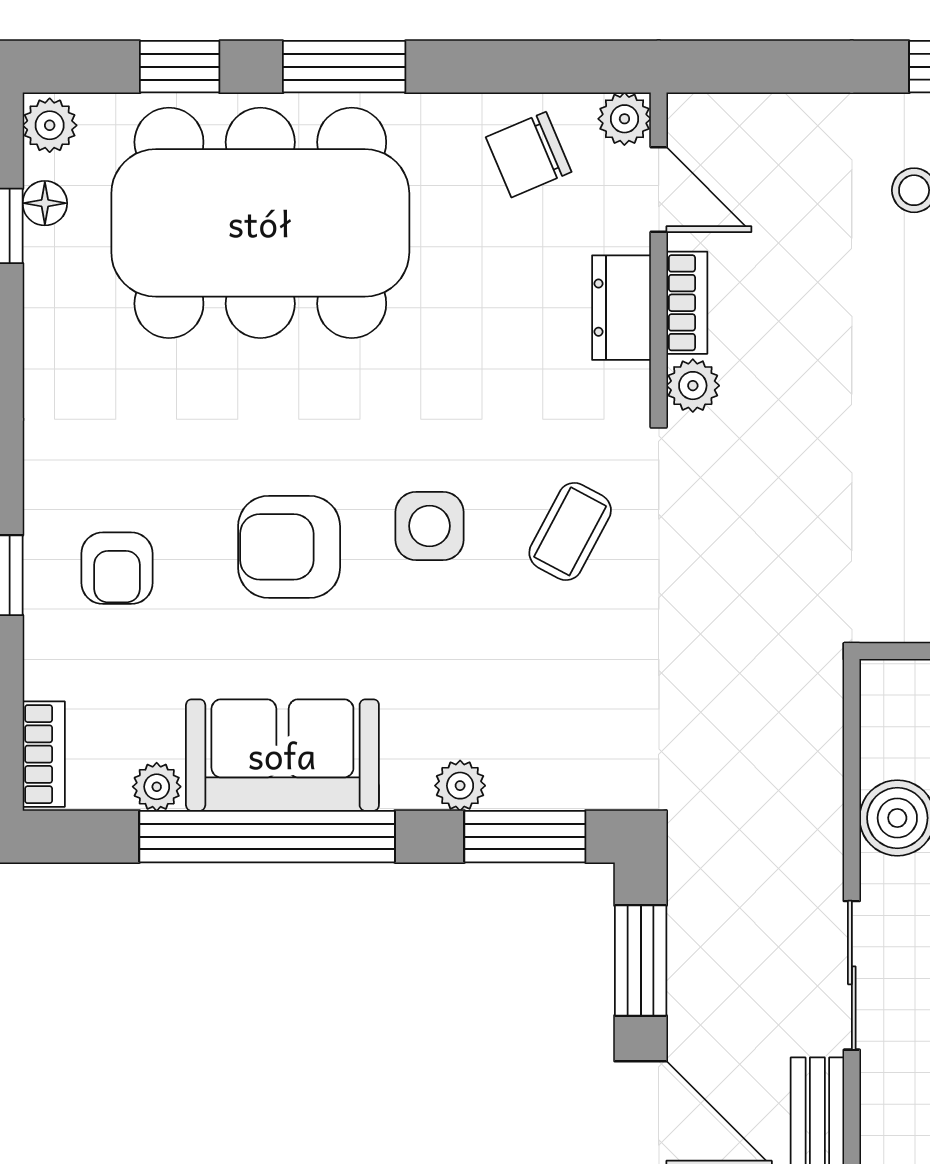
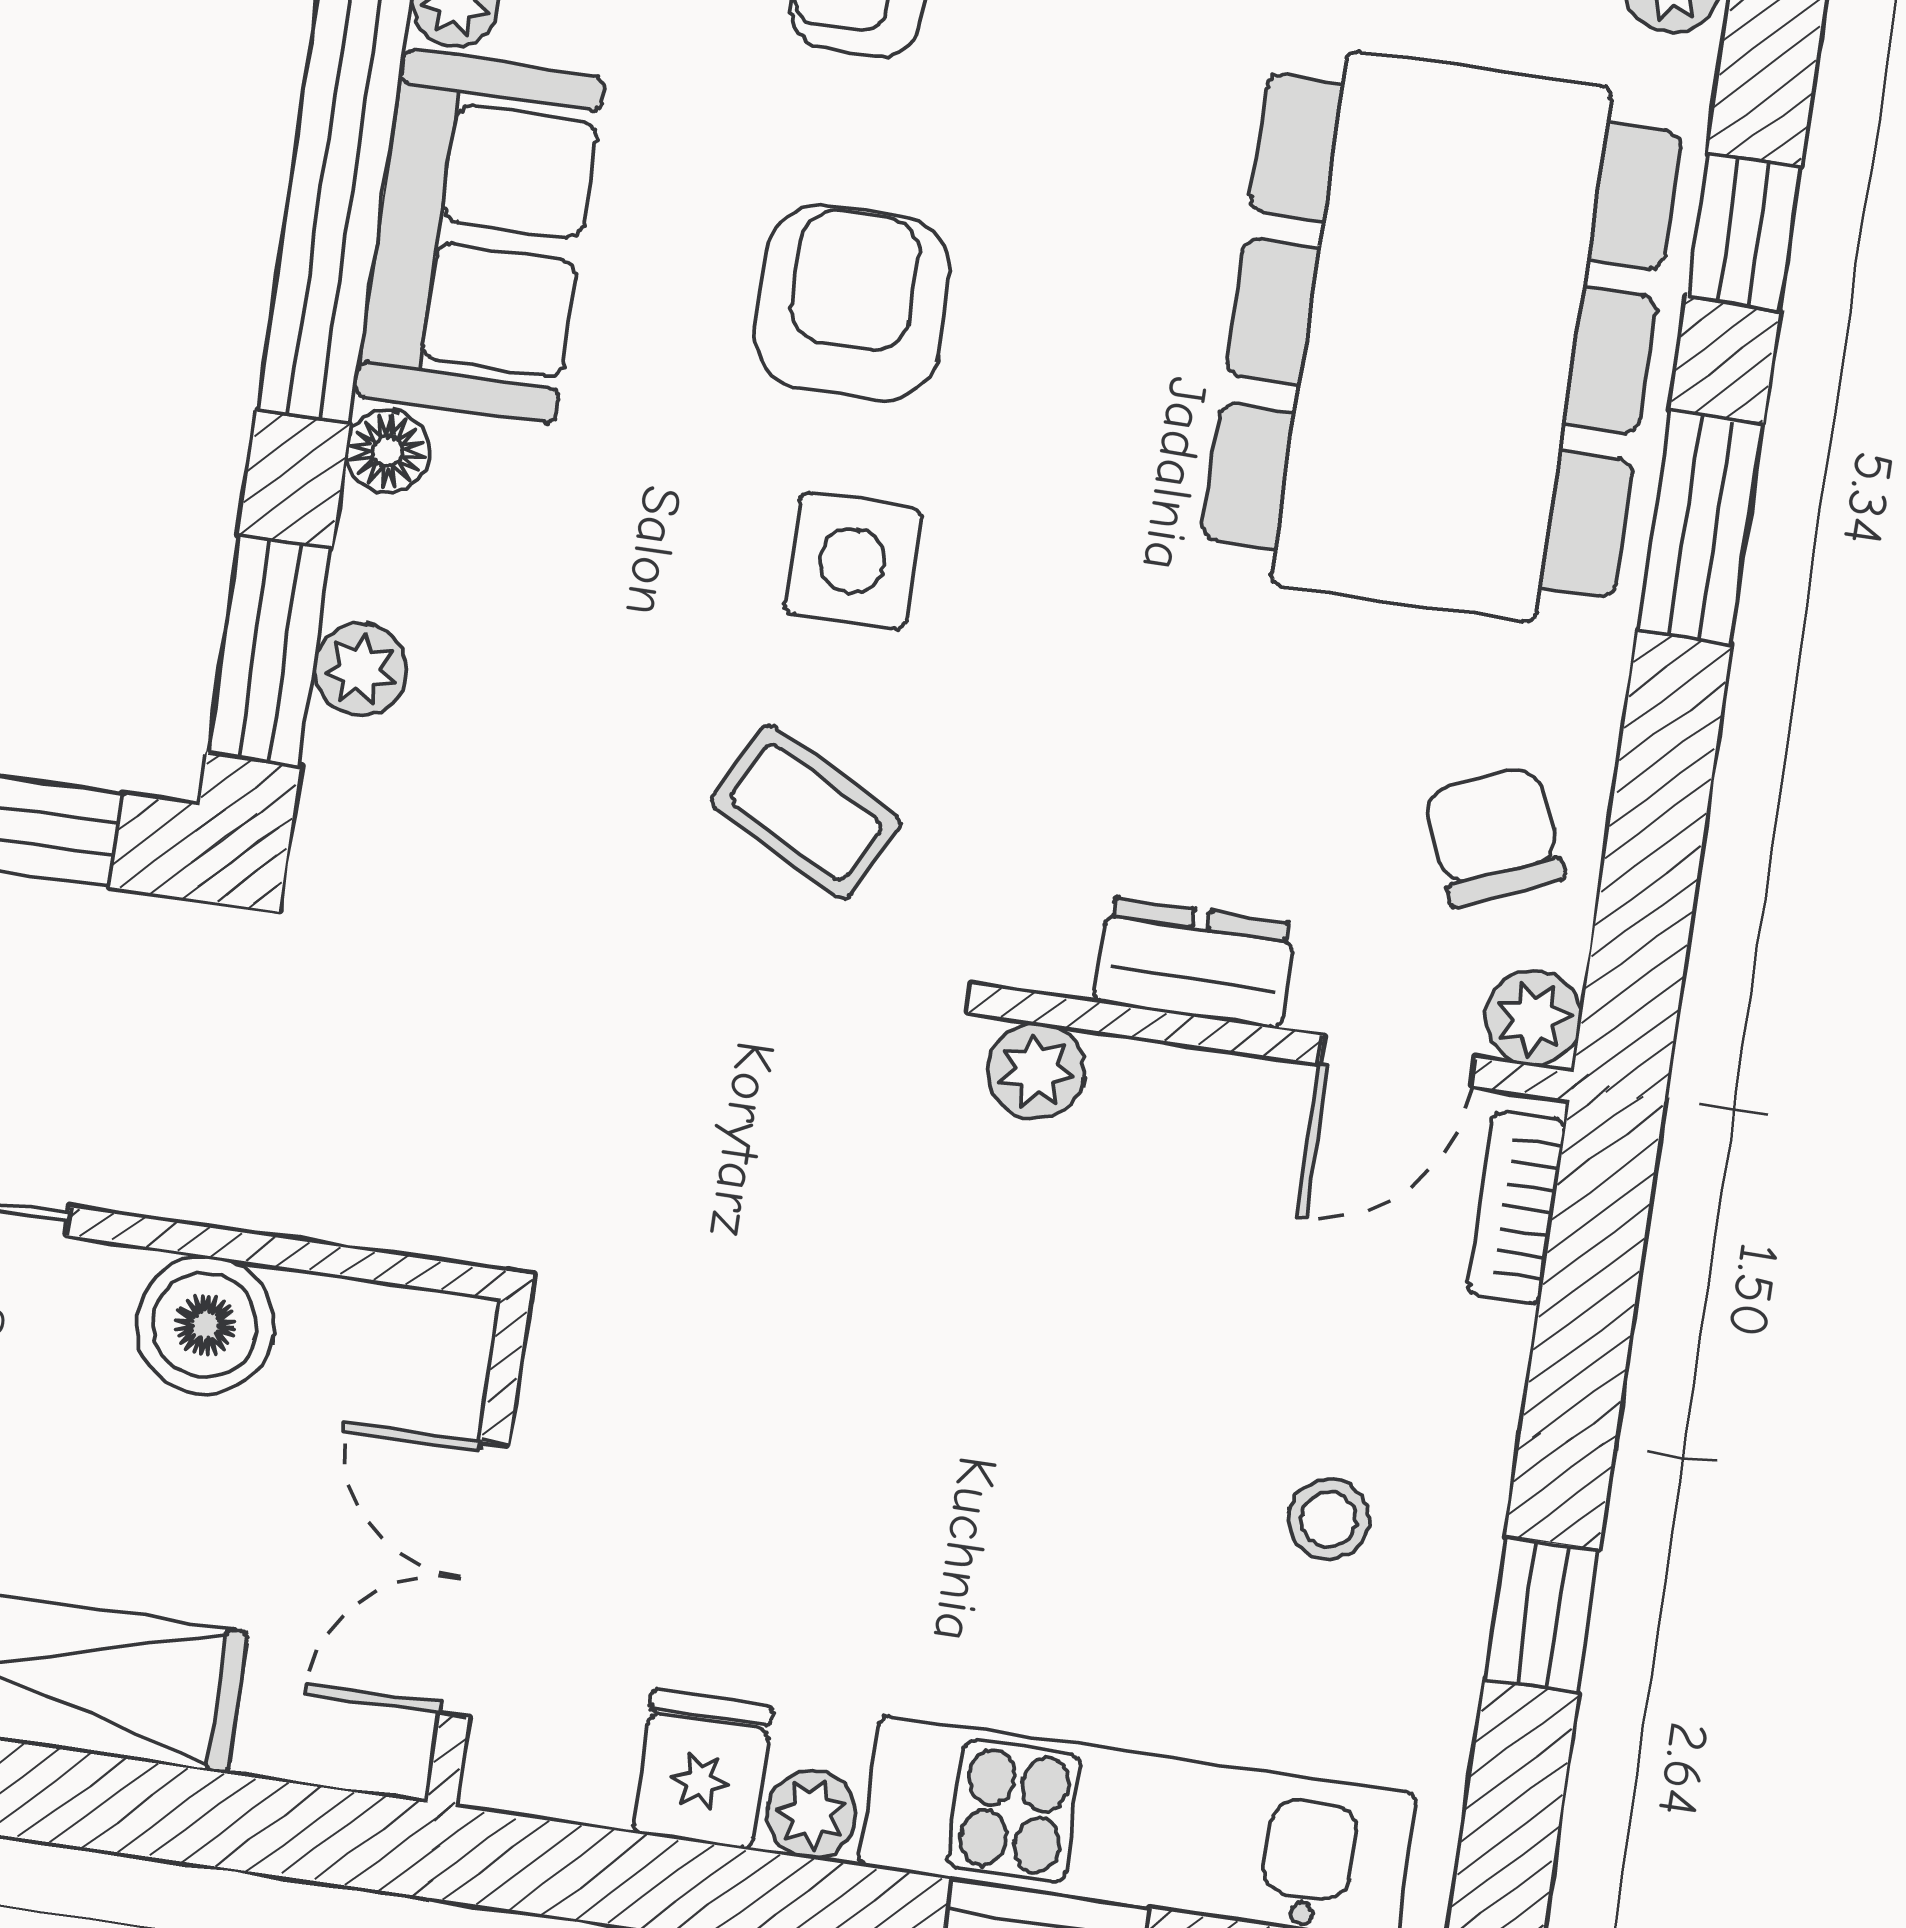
bookcase: (687, 303) -> (1517, 1207), moved, turned 90
plant: (460, 786) -> (360, 670), moved
floor lamp: (407, 788) -> (387, 451), added

